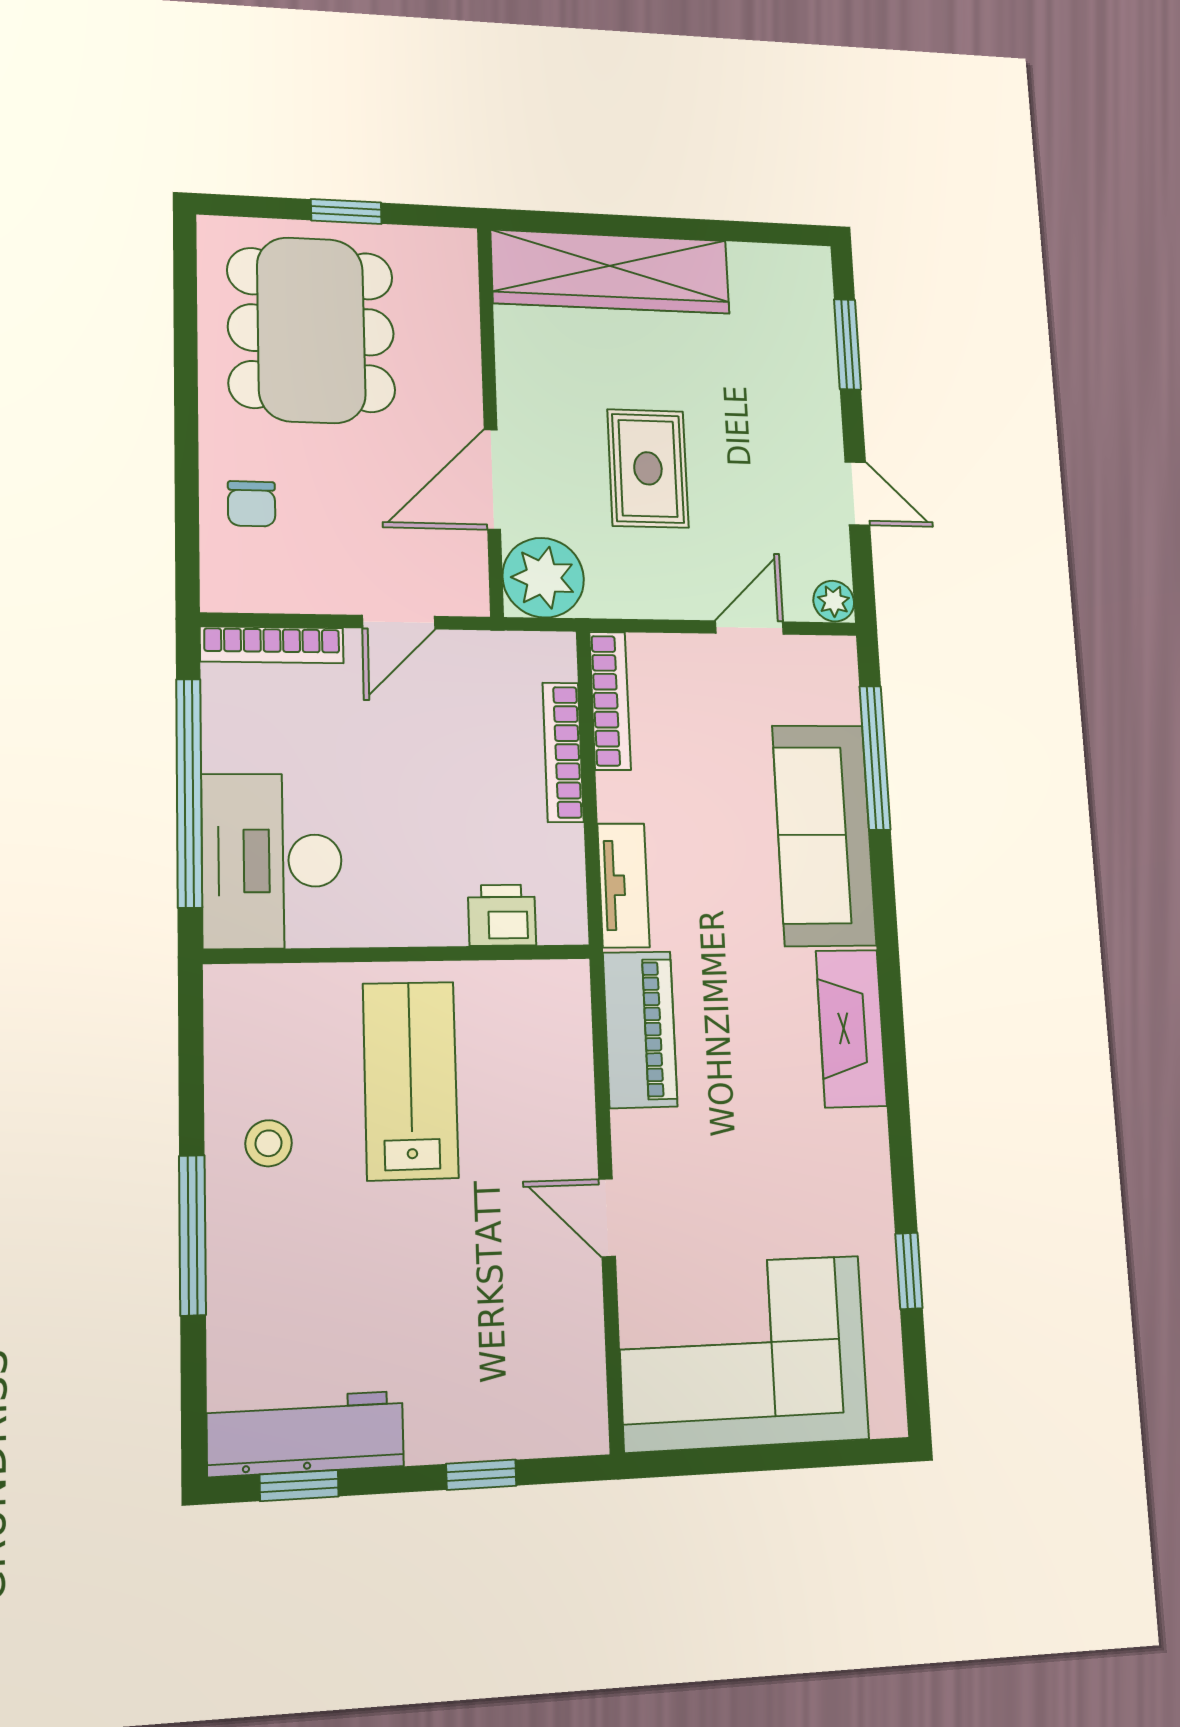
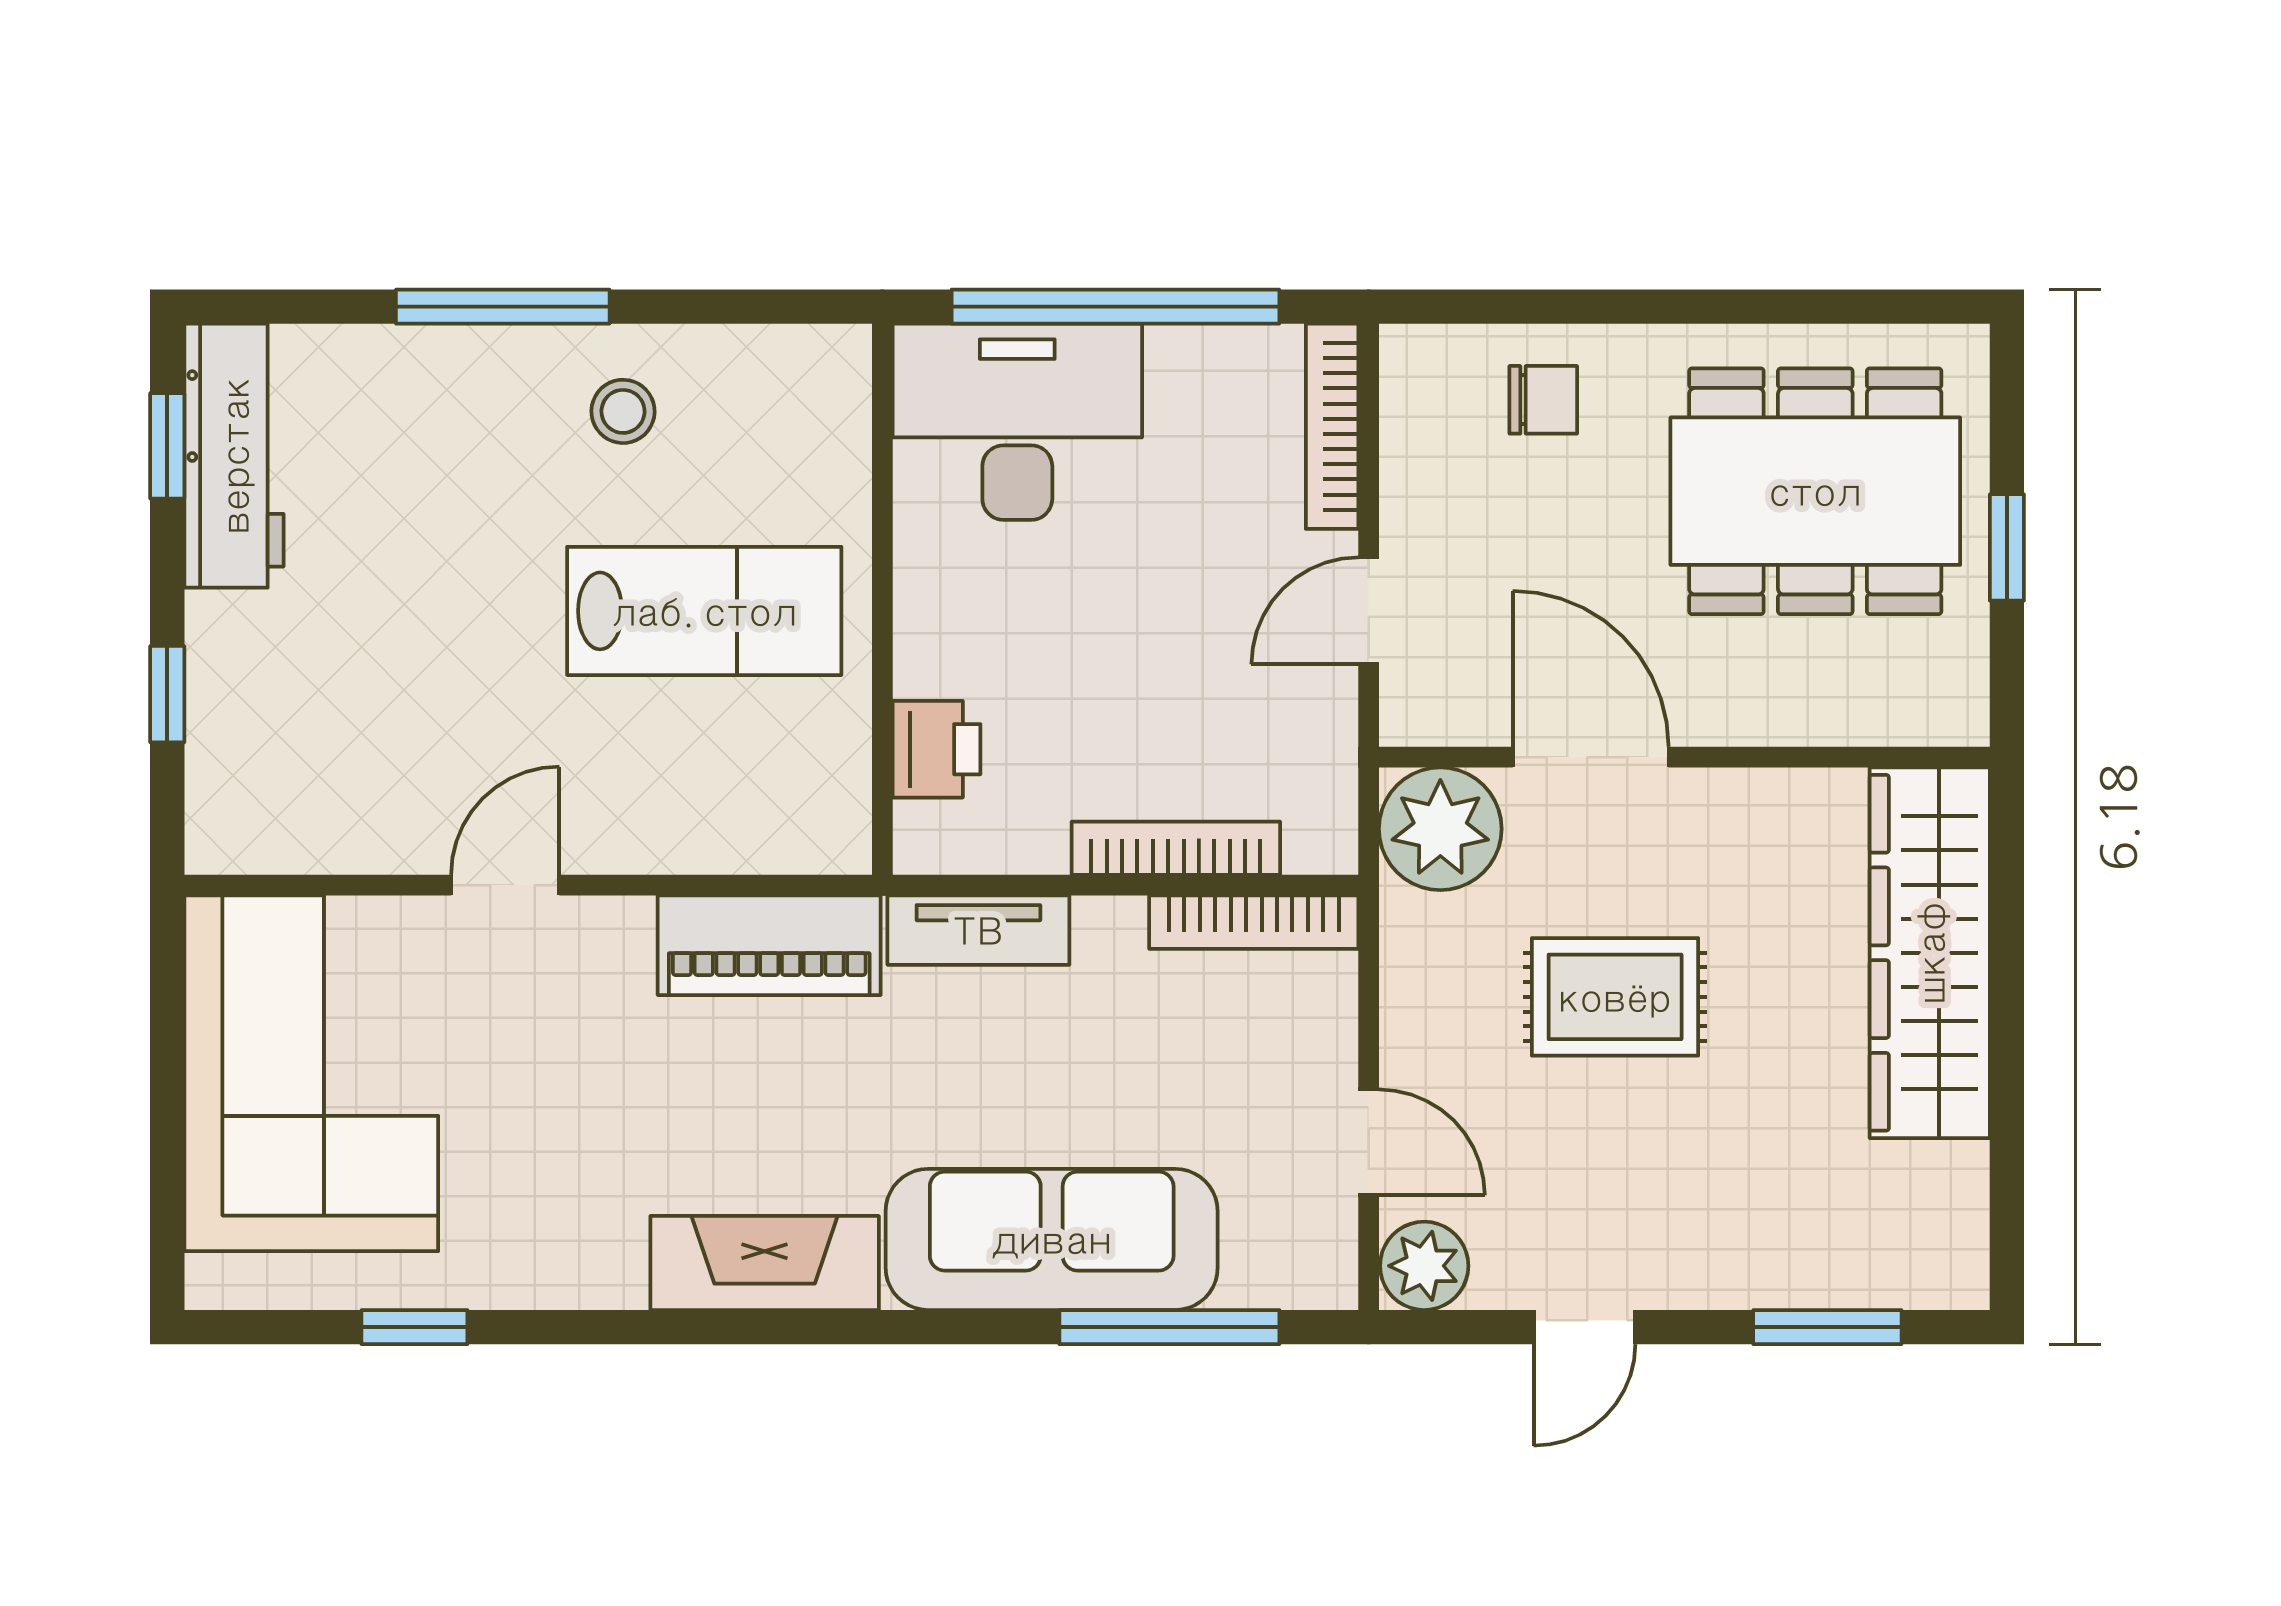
chair: (252, 504) -> (1543, 400), turned 180
plant: (834, 601) -> (1424, 1266), width x1.38, depth x1.38
door: (399, 622) -> (1369, 611), hinge flipped

